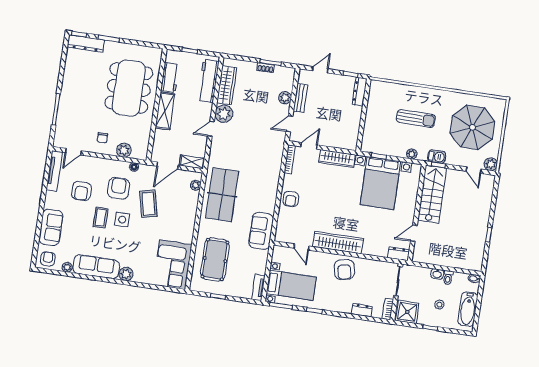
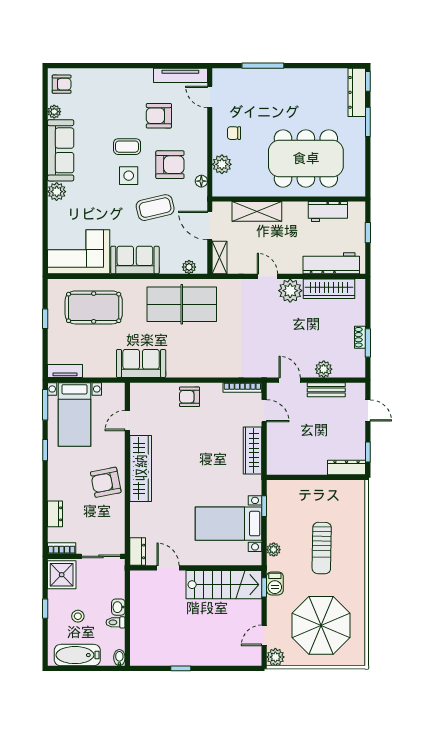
shelving: (165, 111) -> (257, 211), moved
bed with nightstands: (380, 183) -> (229, 524), width x0.73
sofa: (51, 227) -> (135, 260), moved, turned 180

